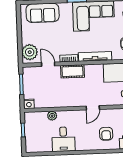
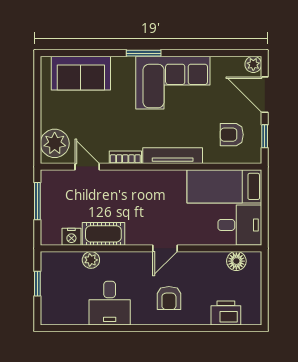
cot: (73, 71) -> (103, 234), moved
nightstand: (29, 104) -> (71, 237), moved
armchair: (106, 134) -> (169, 298), moved

